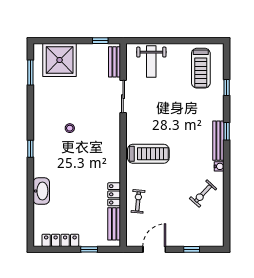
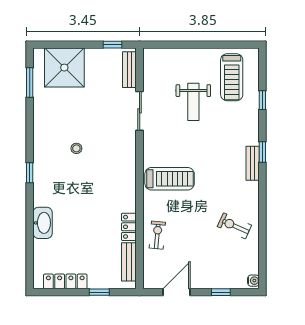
weight bench: (151, 62) -> (193, 102), moved
bench: (218, 141) -> (253, 163), width x0.73
water cooler: (219, 166) -> (253, 281), moved
exercise bike: (203, 194) -> (234, 226), turned 71

